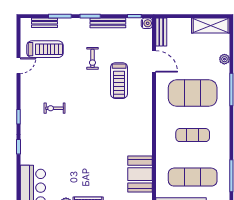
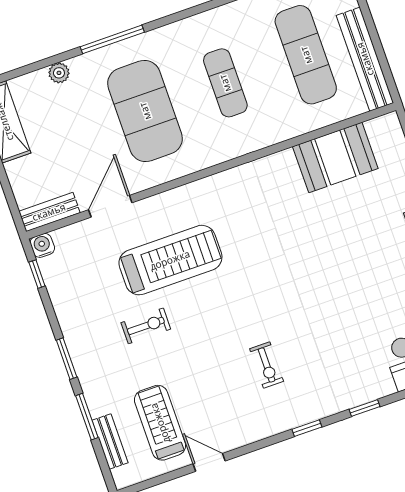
bench: (108, 23) -> (68, 320), removed
treadmill: (119, 81) -> (170, 260), width x1.37, depth x1.38

